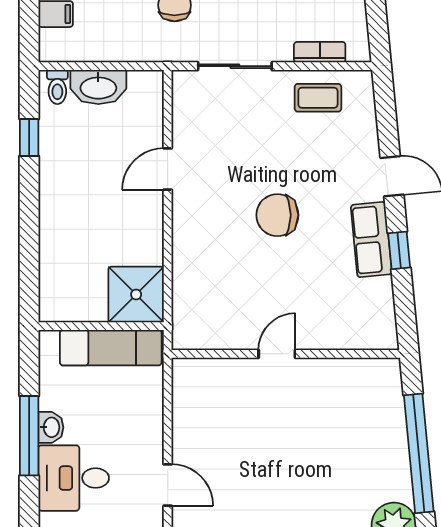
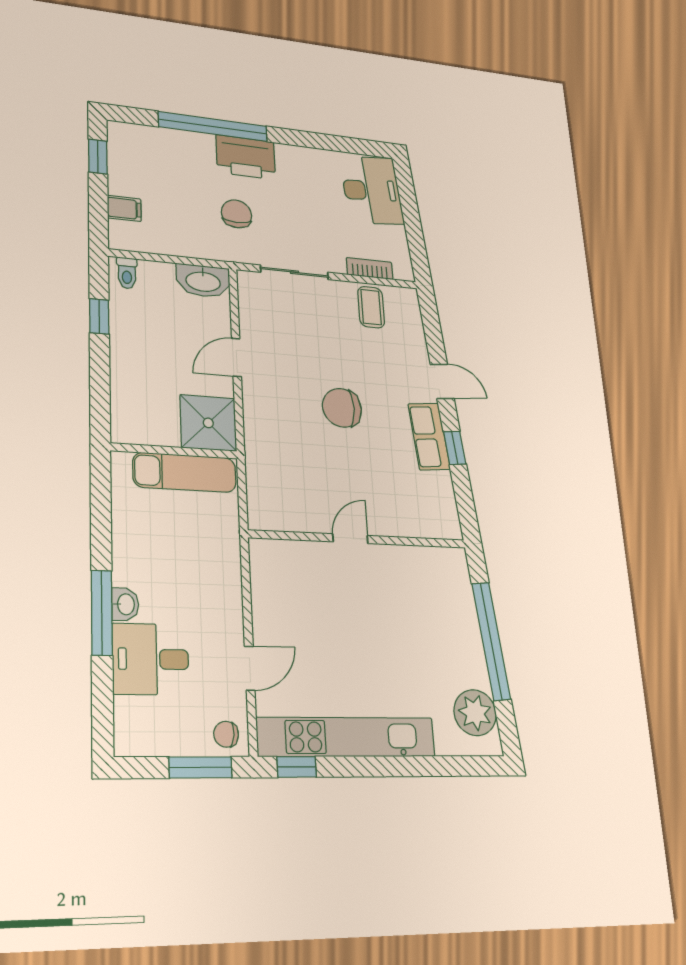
washbasin: (98, 87) -> (203, 281), moved
coffee table: (318, 98) -> (371, 307), turned 90
shower: (136, 295) -> (208, 423), moved
wall: (101, 326) -> (174, 451), moved
exam couch: (111, 348) -> (185, 472), moved
door: (168, 485) -> (250, 668), hinge flipped

